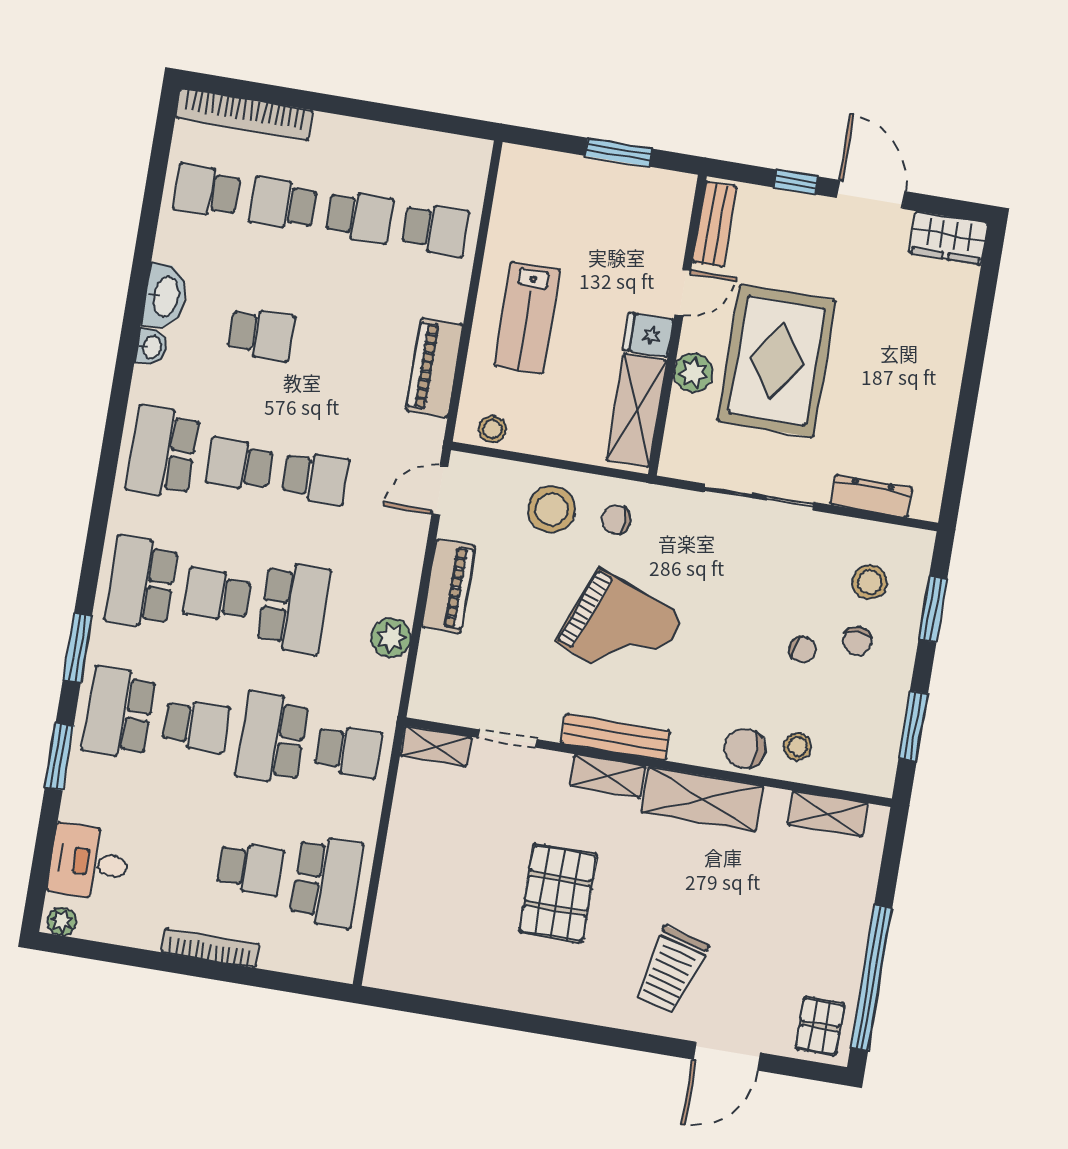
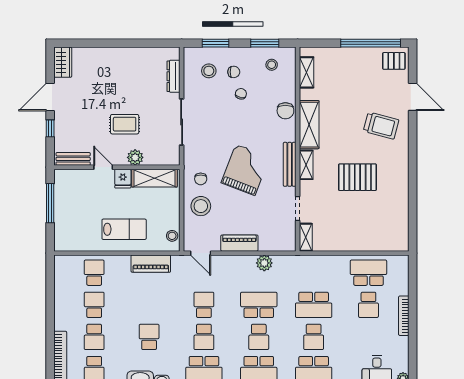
window: (619, 152) -> (50, 203), width x1.44
rug: (777, 361) -> (125, 124), width x0.54, depth x0.49
school desk: (196, 725) -> (314, 337), turned 180
stool: (798, 747) -> (272, 65), moved
school desk: (348, 751) -> (314, 273), removed
school desk: (250, 869) -> (368, 305), turned 180

